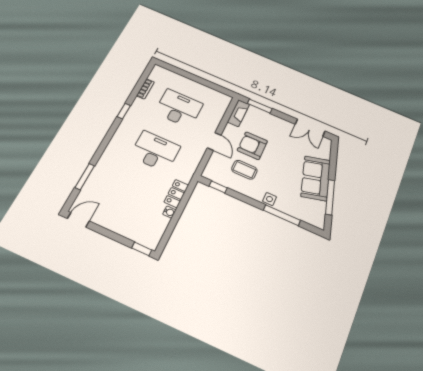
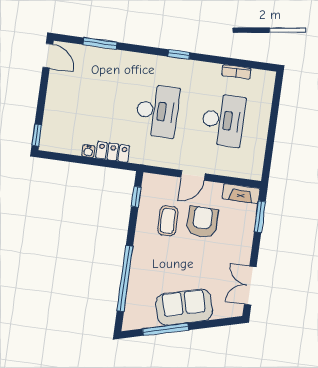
window: (124, 111) -> (179, 54), moved
side table: (270, 199) -> (140, 260), removed
window: (282, 215) -> (125, 279), width x1.46

